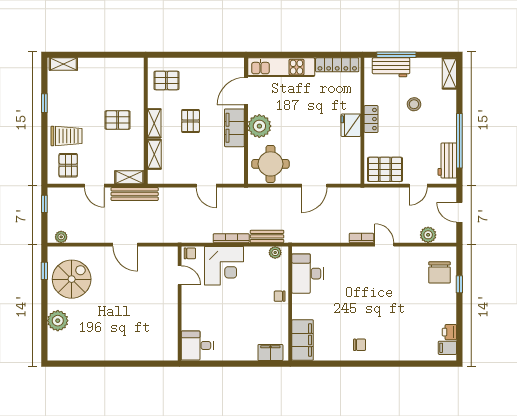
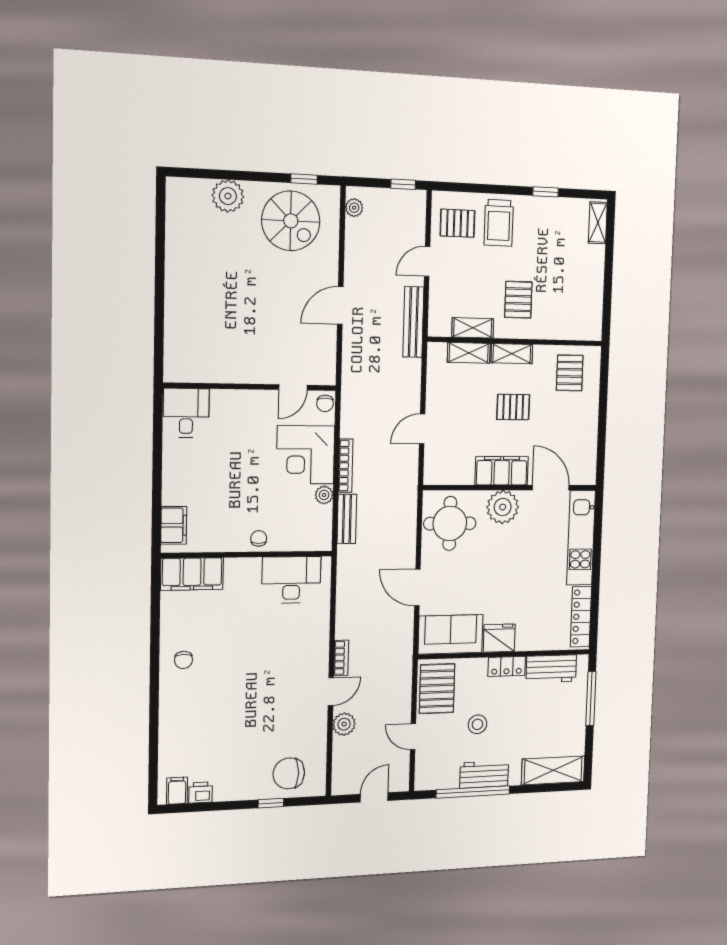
workbench: (391, 67) -> (551, 669), moved, turned -90
shelving: (449, 73) -> (553, 770), width x1.50, depth x1.33
stool: (414, 104) -> (477, 724), moved
sofa: (347, 161) -> (451, 634), added
workbench: (447, 161) -> (484, 774), moved
shelving: (129, 177) -> (473, 328), moved, turned 90
plant: (428, 235) -> (344, 724), moved
plant: (275, 253) -> (324, 495), moved

